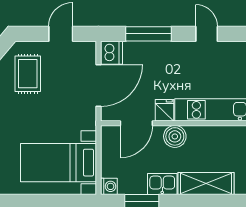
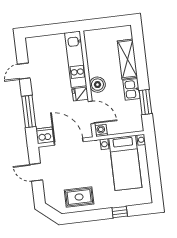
rug: (28, 74) -> (79, 197), moved
washing machine: (109, 186) -> (101, 131), moved

